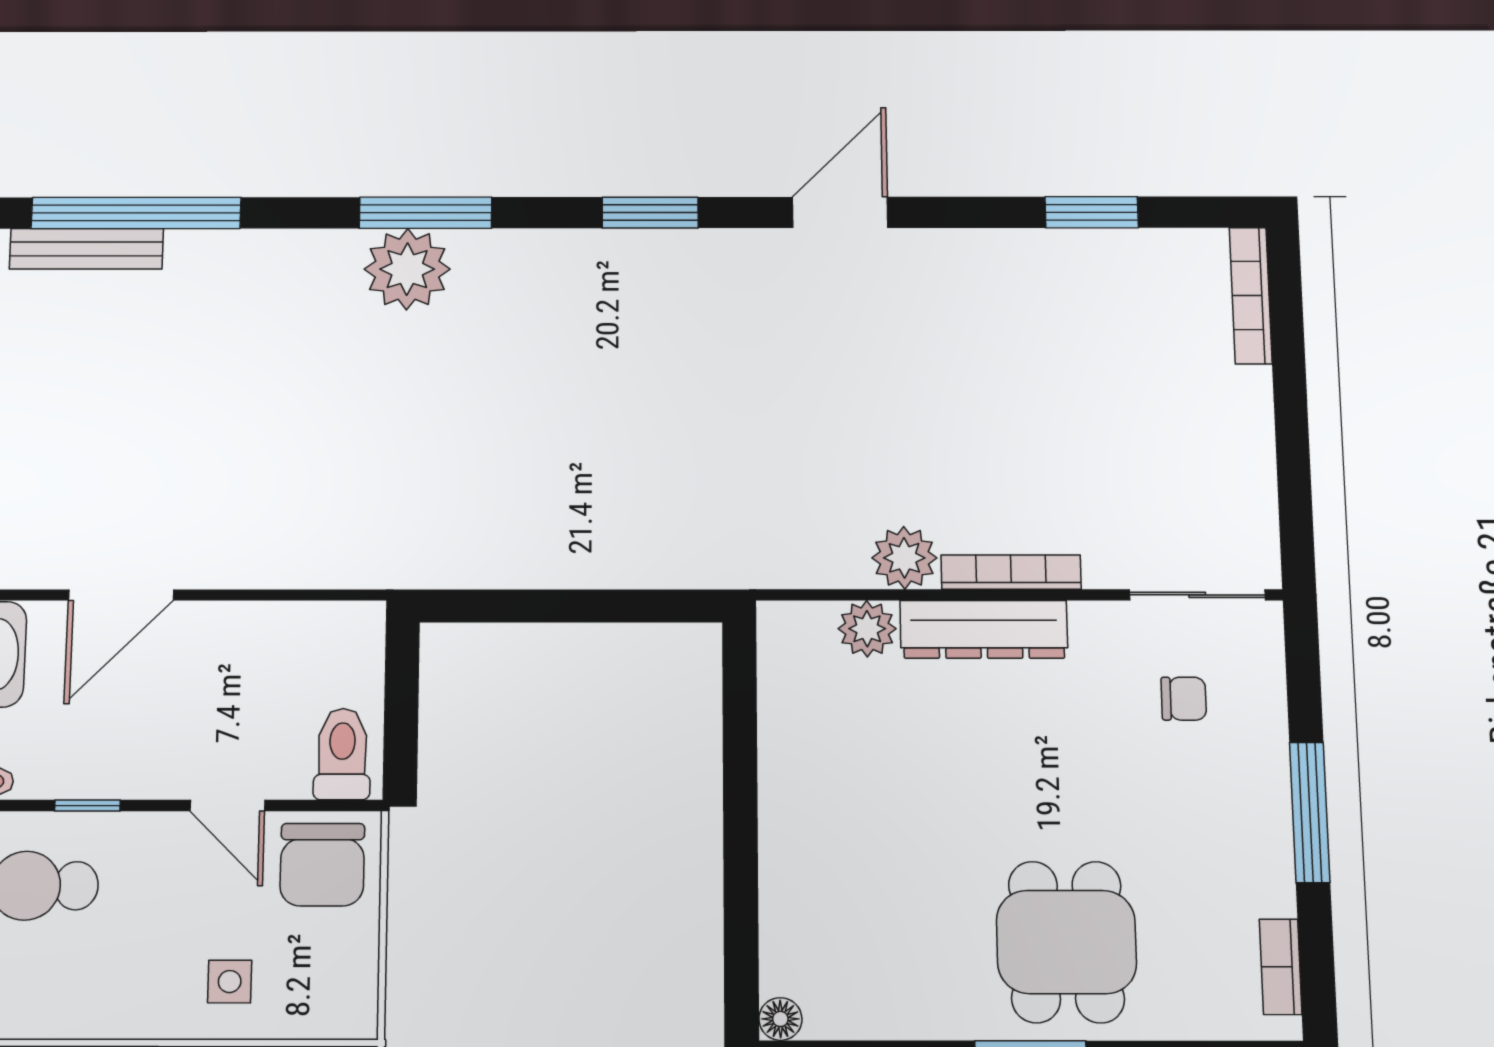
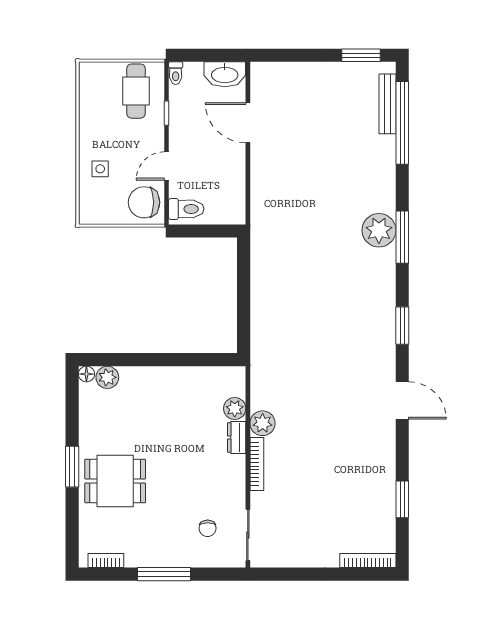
dresser: (984, 629) -> (237, 437), width x0.51, depth x0.80
plant: (789, 963) -> (107, 377), added

